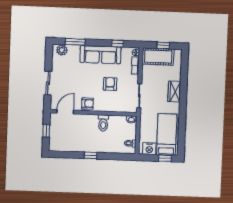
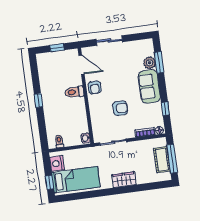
window: (163, 45) -> (172, 159), width x2.17
plant: (62, 50) -> (150, 63), moved
sofa: (100, 55) -> (149, 86), width x0.73
cot: (158, 57) -> (162, 160), width x0.73, depth x0.75
toilet: (103, 123) -> (74, 92), moved

